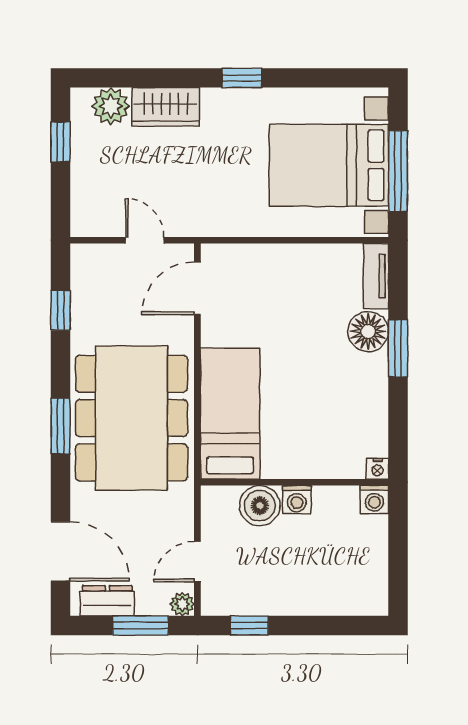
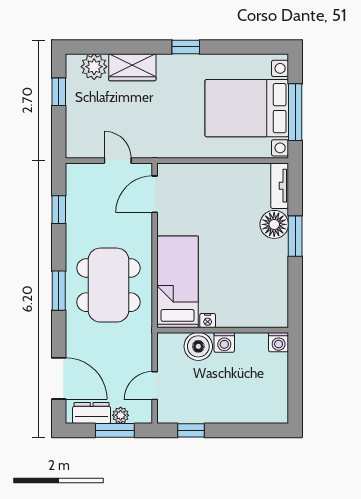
dining table: (131, 418) -> (108, 285), width x0.73, depth x0.80
nightstand: (378, 469) -> (208, 321), moved
plant: (182, 604) -> (121, 415), moved

